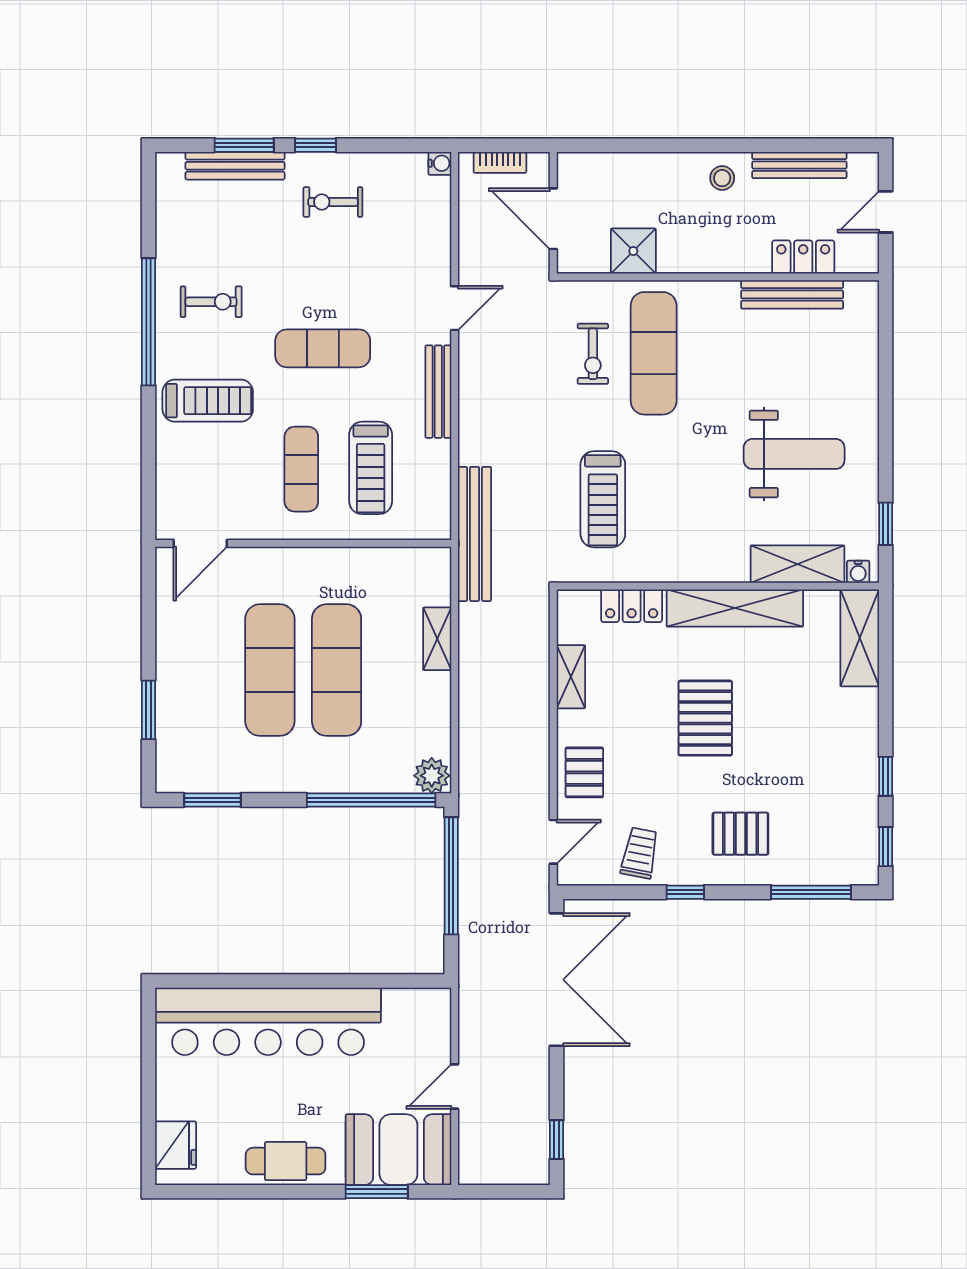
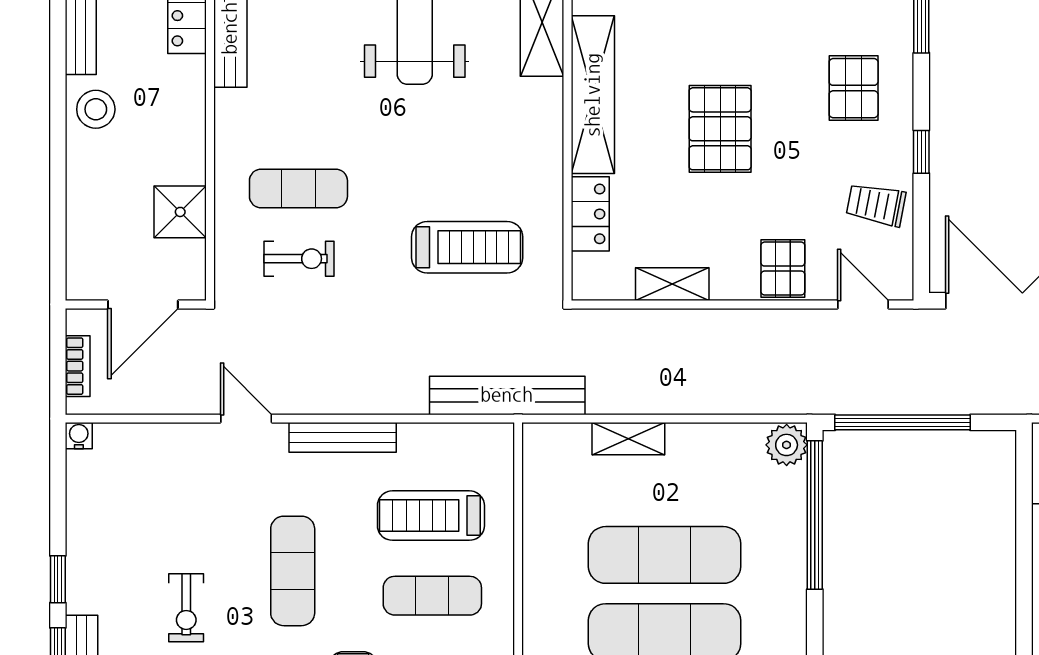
stool: (722, 178) -> (96, 109), width x1.37, depth x1.37
exercise bike: (333, 202) -> (186, 608), moved
exercise mat: (654, 353) -> (298, 189), width x0.73, depth x0.69
treadmill: (371, 468) -> (431, 516), turned 180
pallet: (705, 718) -> (720, 129), turned 90
pallet: (584, 772) -> (783, 269), turned 90

